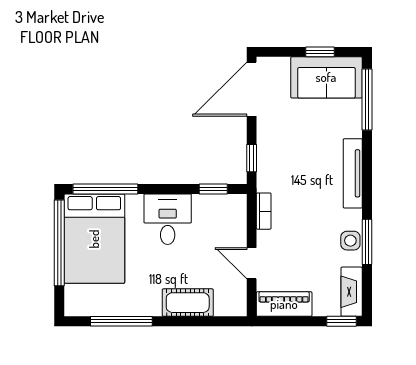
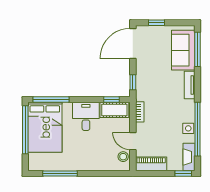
window: (320, 52) -> (157, 23), moved
sofa: (326, 77) -> (183, 50), moved, turned 90
tv unit: (353, 173) -> (190, 85), width x0.71
window: (367, 242) -> (198, 129), width x2.11
stool: (234, 291) -> (123, 157), added
cot: (188, 303) -> (114, 110), moved

